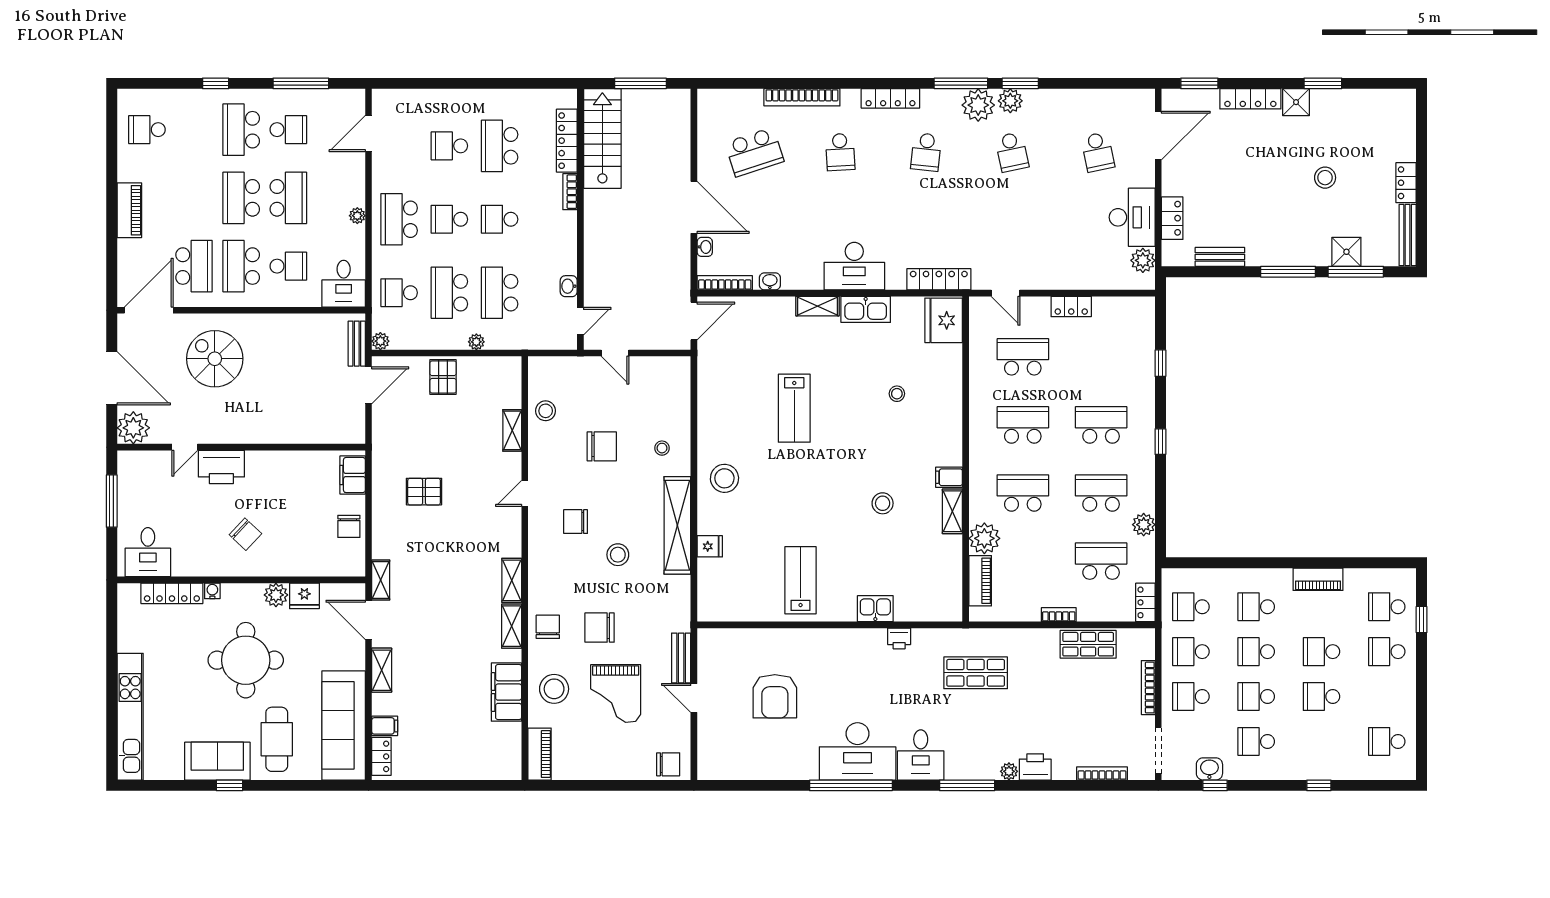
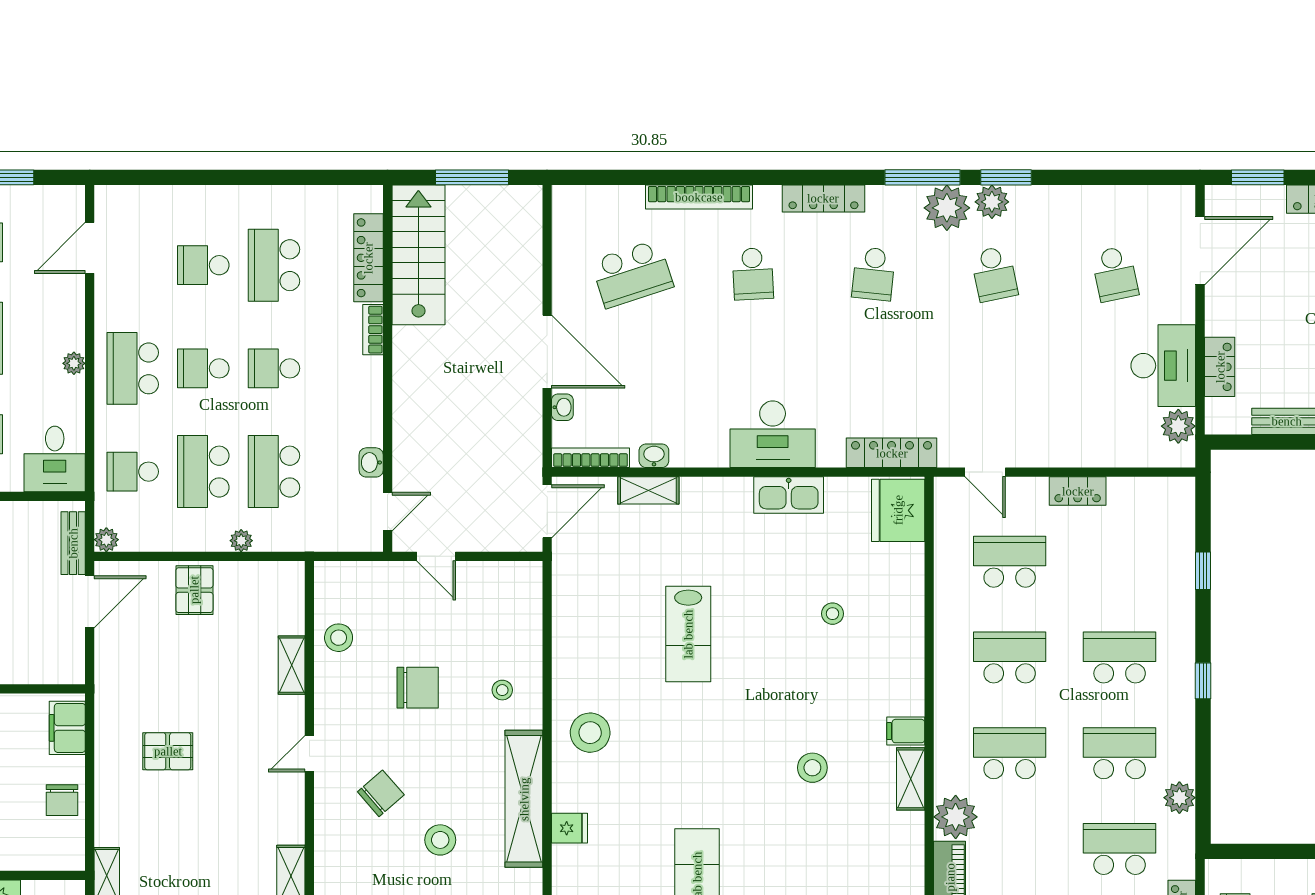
shelving: (818, 306) -> (648, 490), moved
chair: (576, 522) -> (381, 793), turned 139

